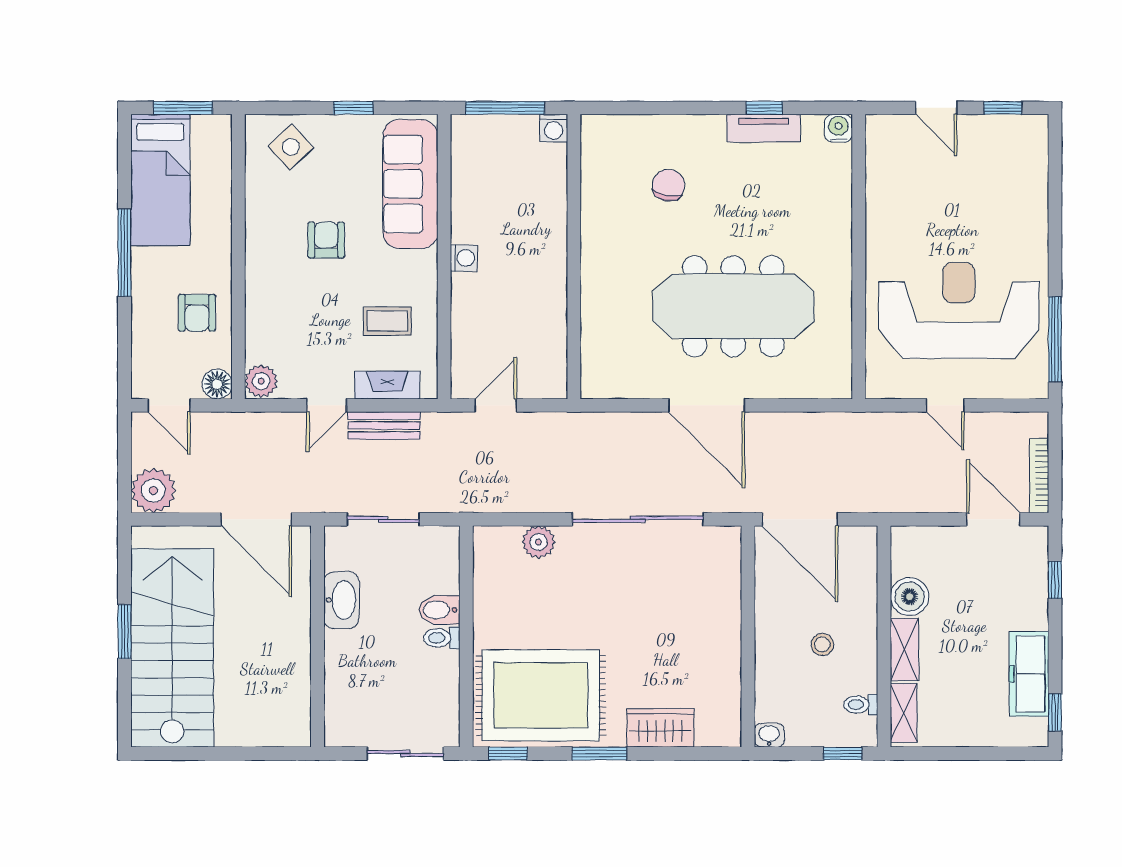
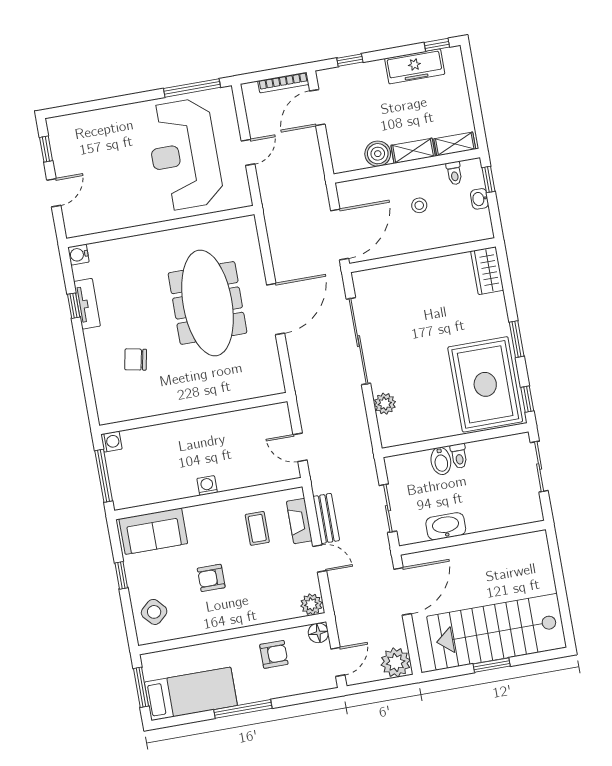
sofa: (410, 184) -> (153, 531), width x0.73
wardrobe: (660, 728) -> (487, 271), moved
washbasin: (769, 735) -> (479, 199), moved

